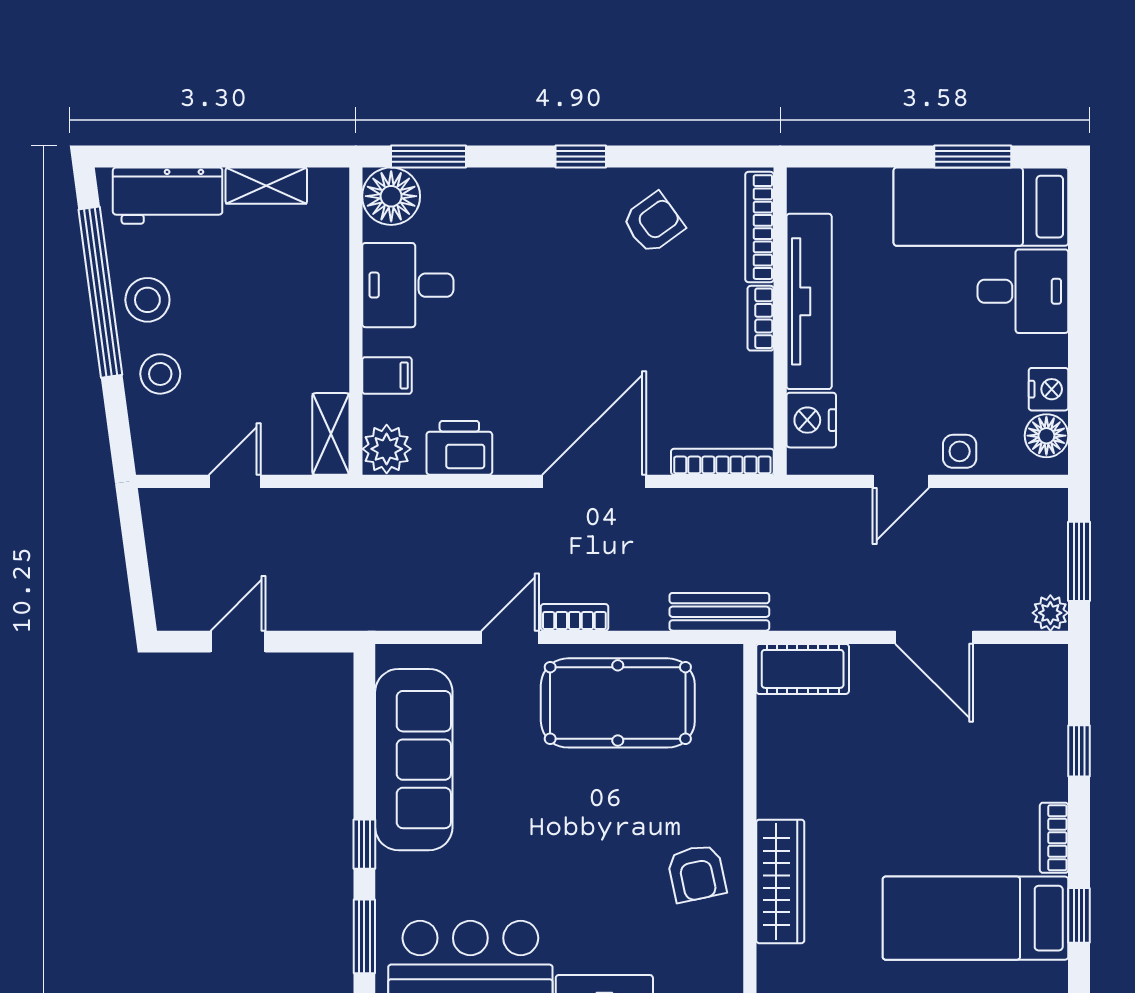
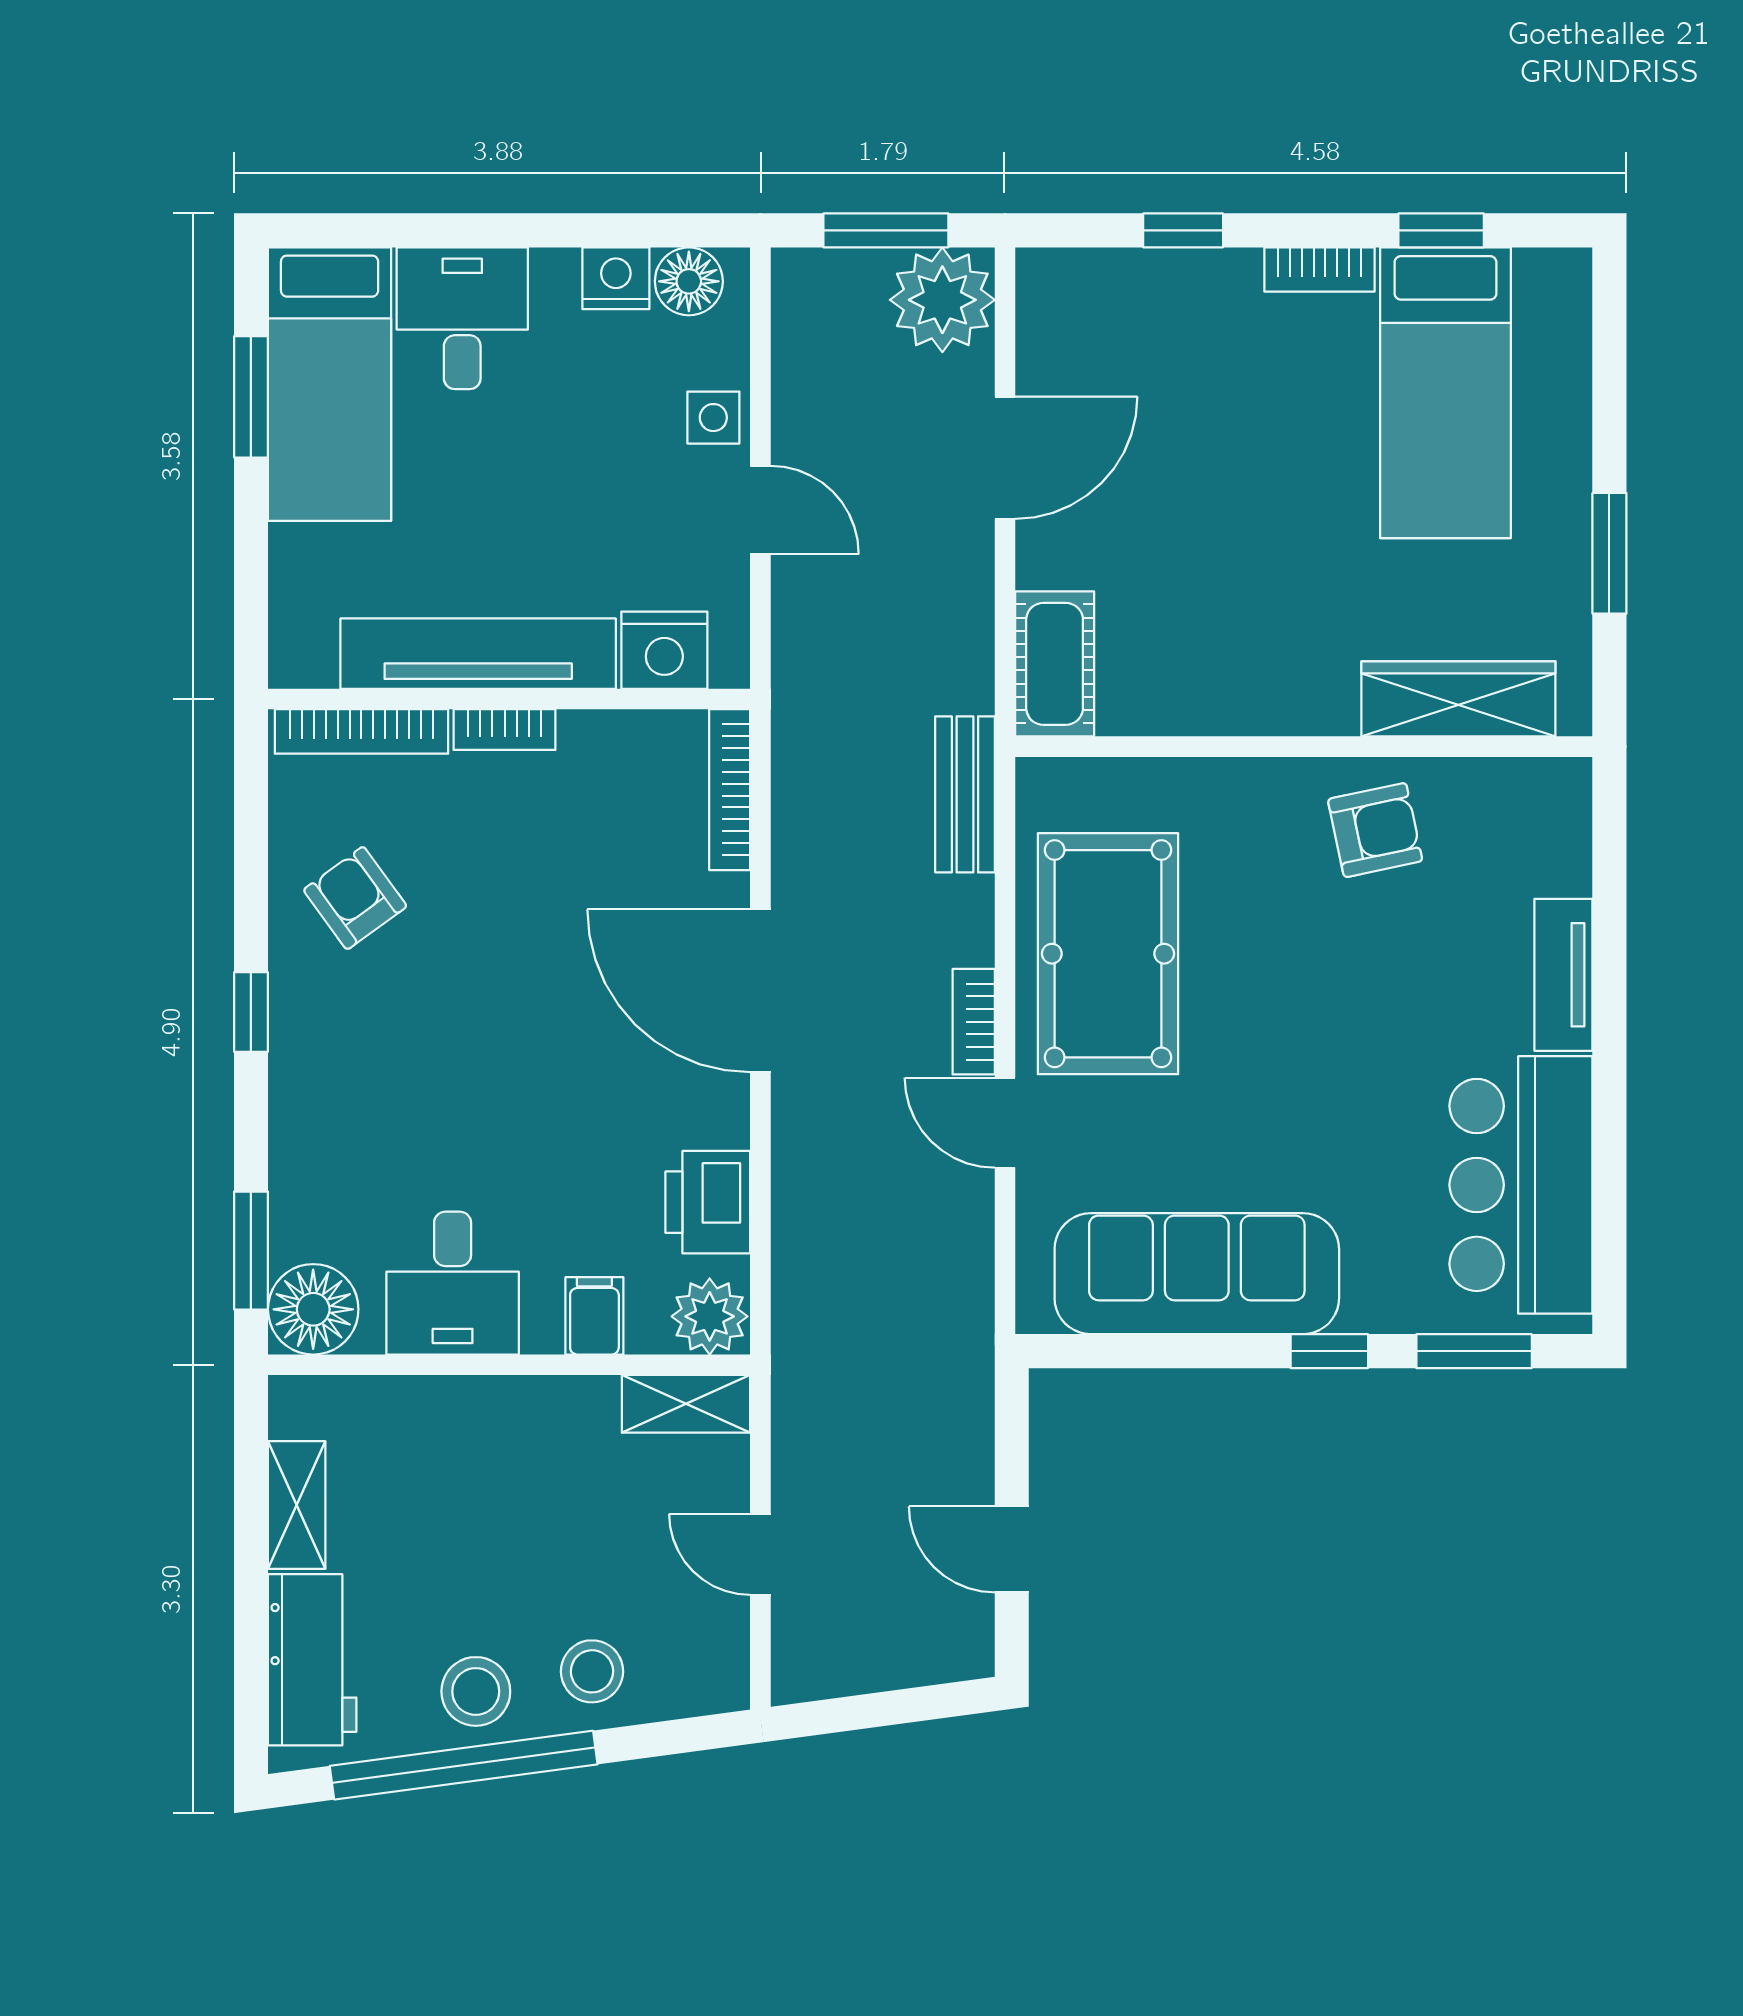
plant: (1050, 613) -> (942, 300), width x1.88, depth x1.88
wardrobe: (780, 881) -> (1458, 699), moved

